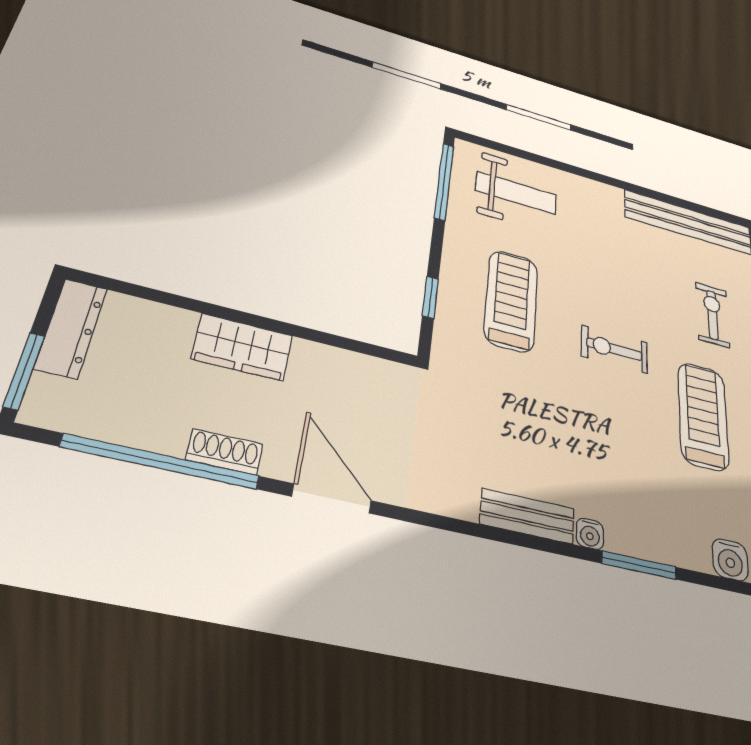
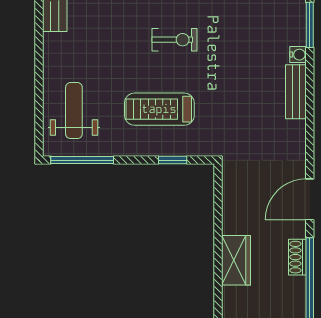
exercise bike: (614, 349) -> (175, 40), turned -90

